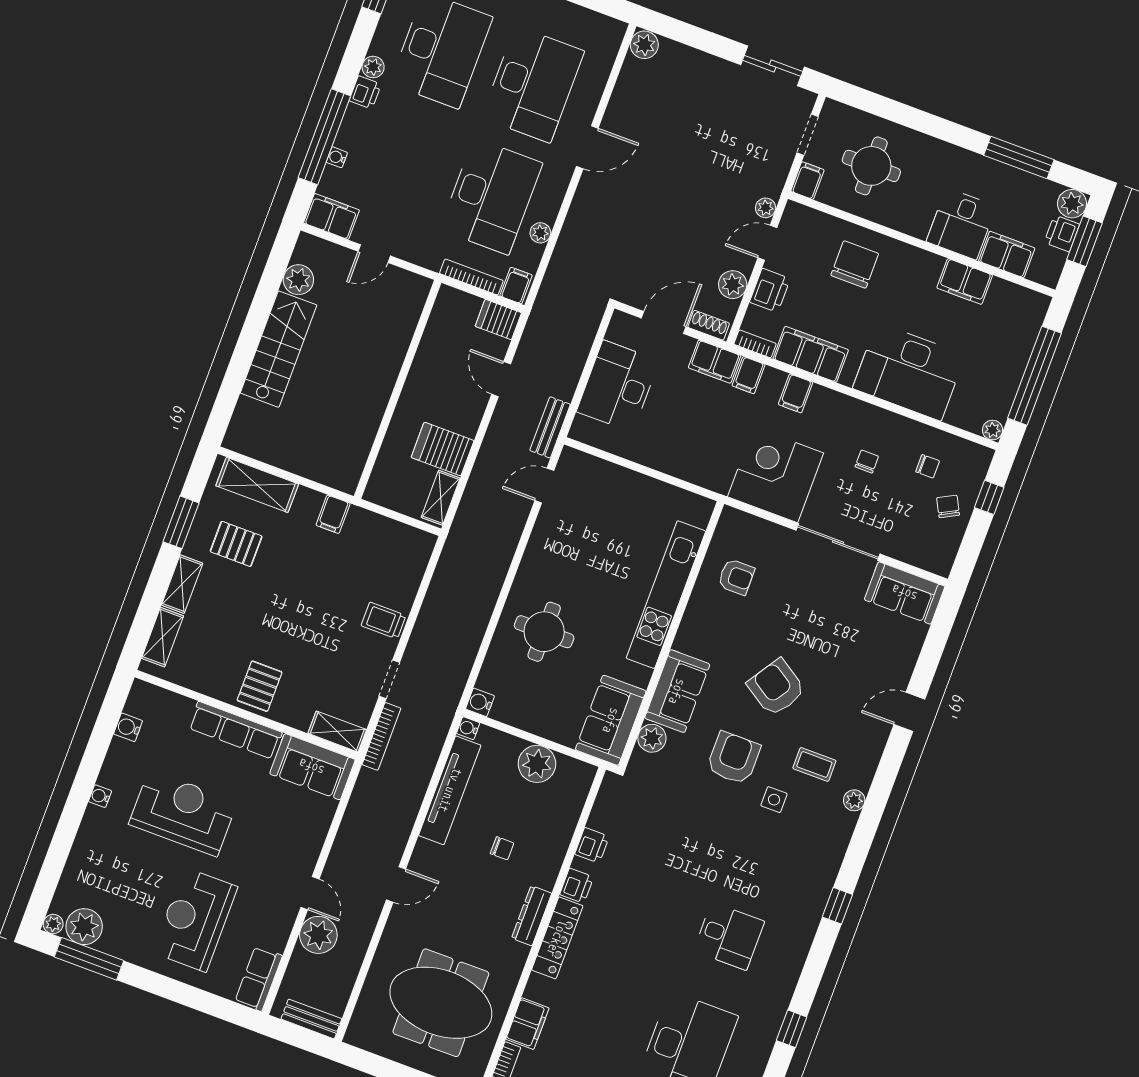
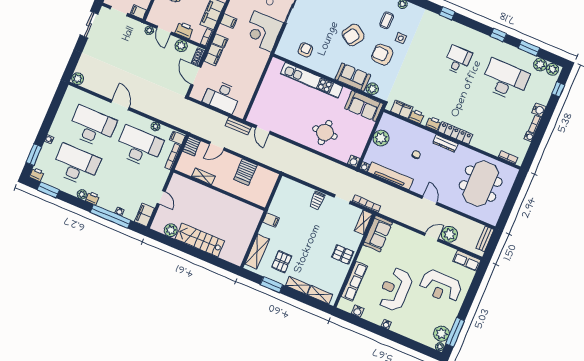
shelving: (441, 498) -> (203, 176), moved
row of seats: (235, 730) -> (354, 281), moved
filing cabinet: (527, 1024) -> (402, 109), moved

